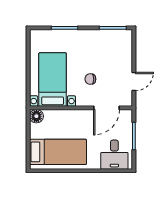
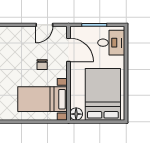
door: (134, 81) -> (44, 25), swing flipped
bed: (58, 152) -> (103, 94), width x1.50

